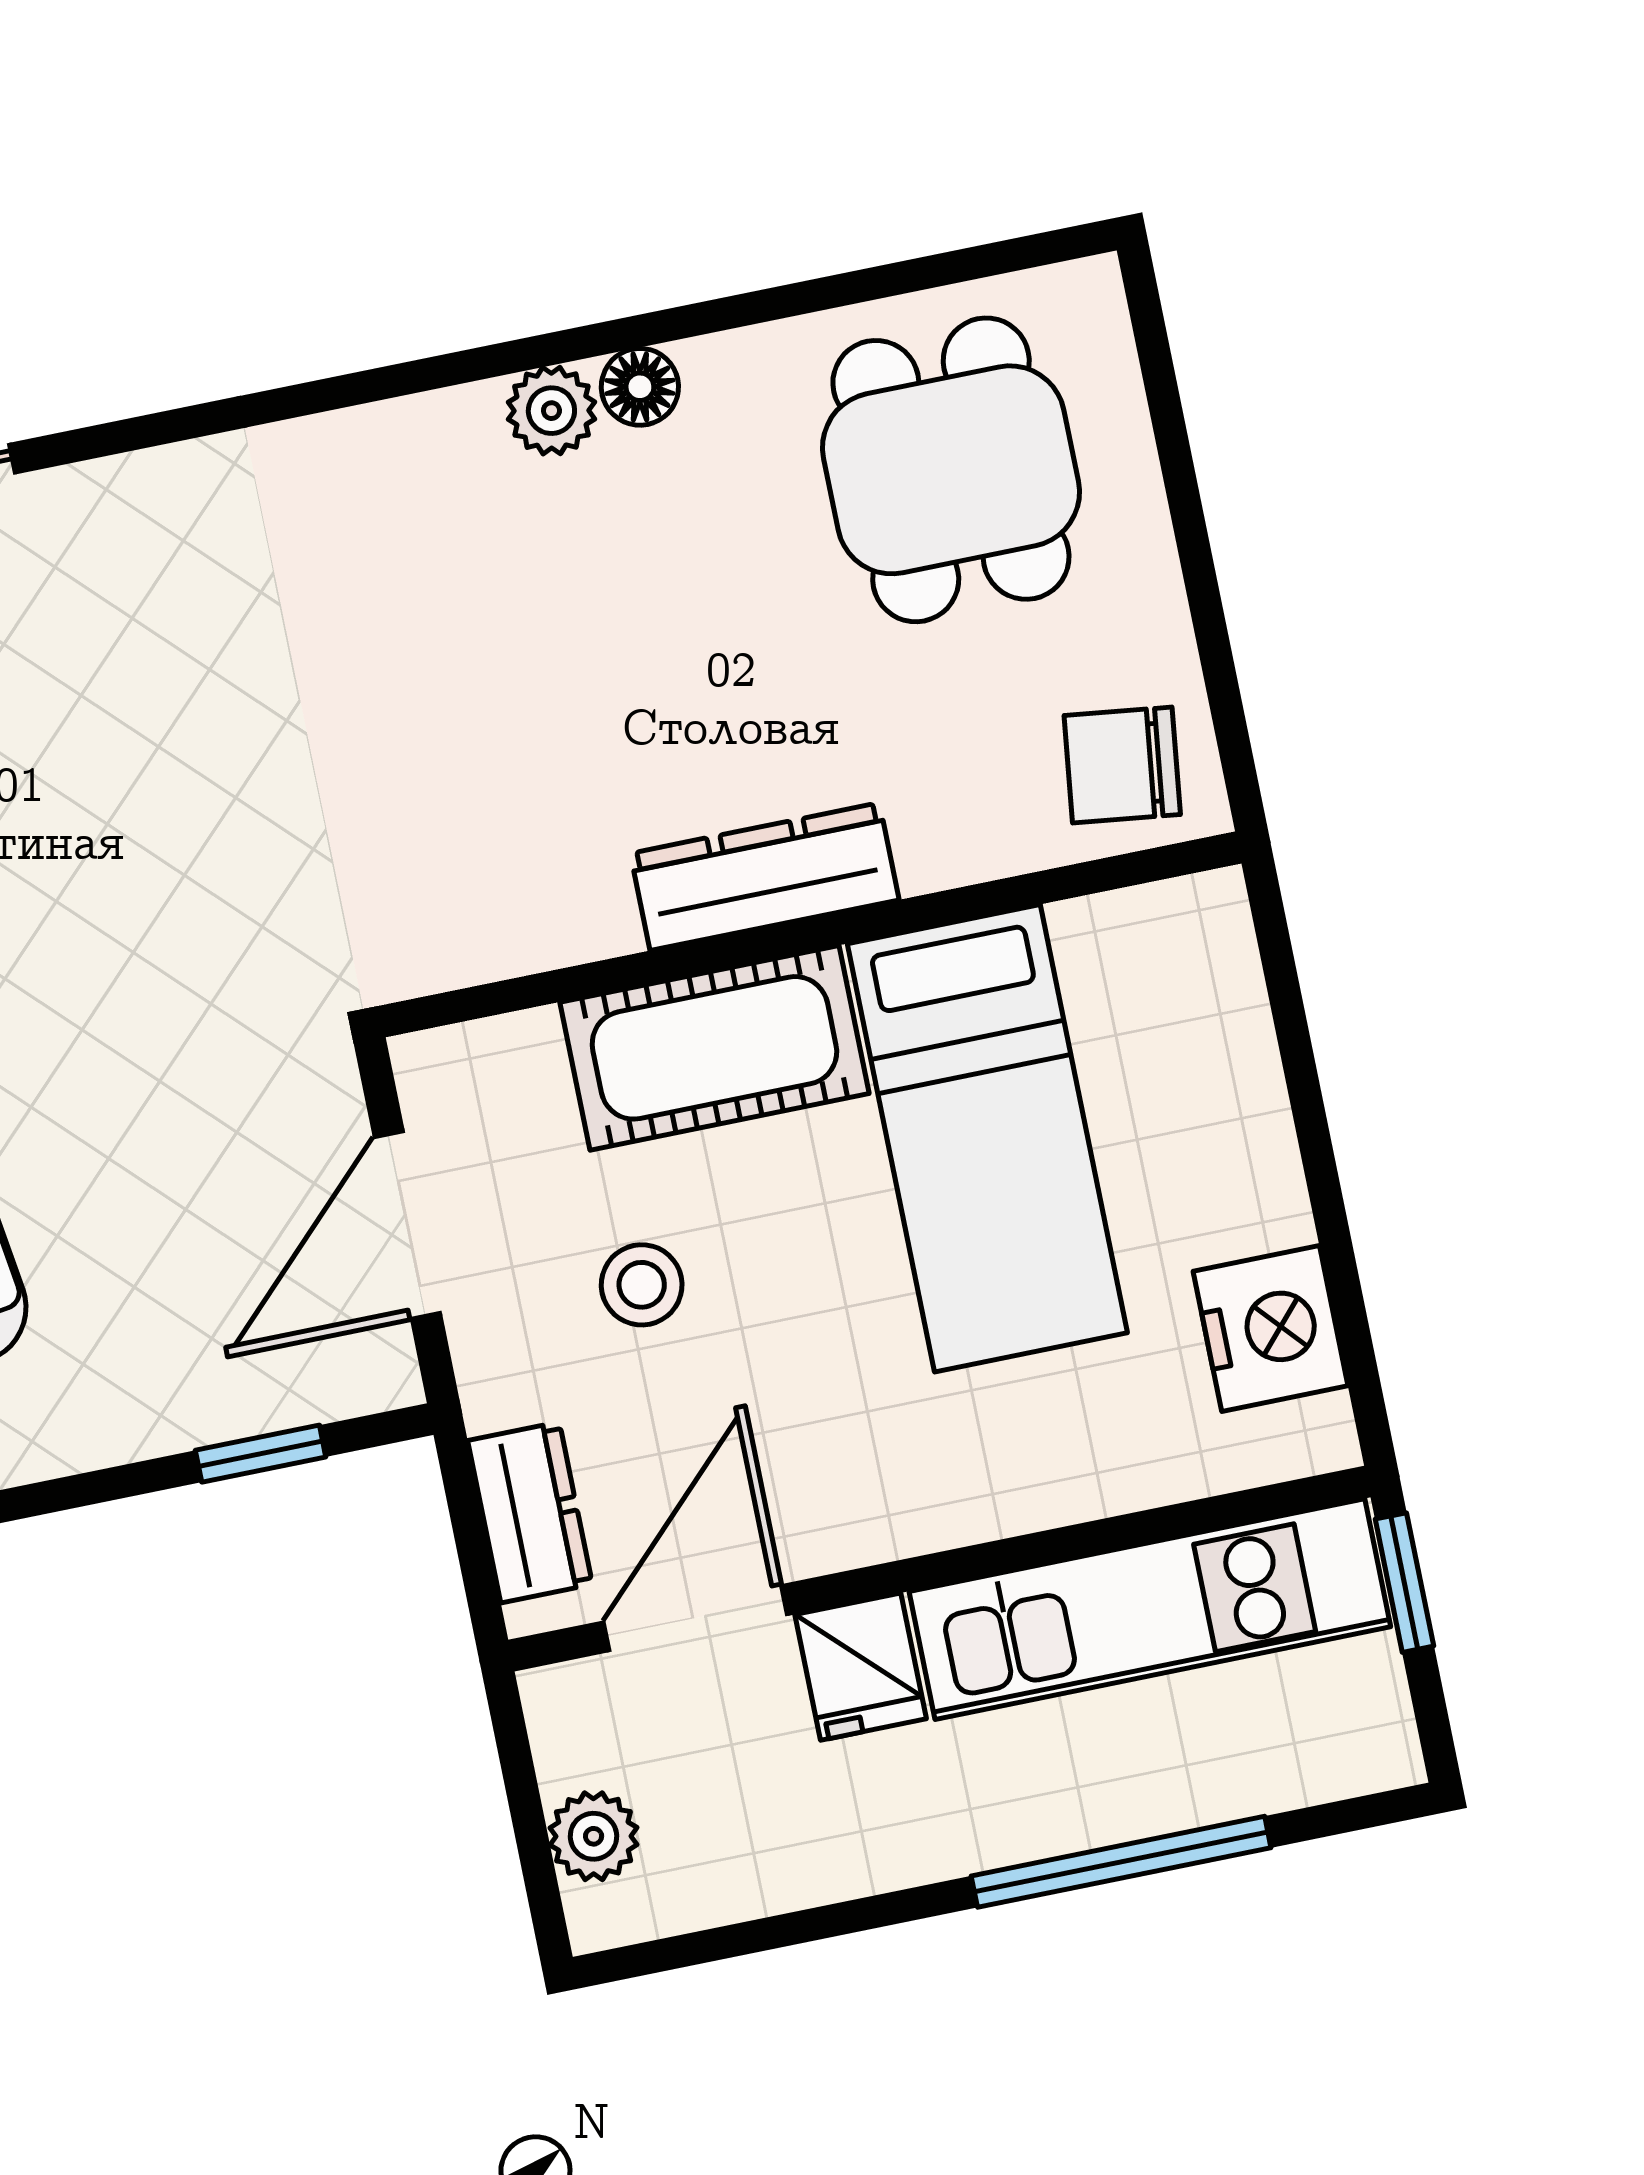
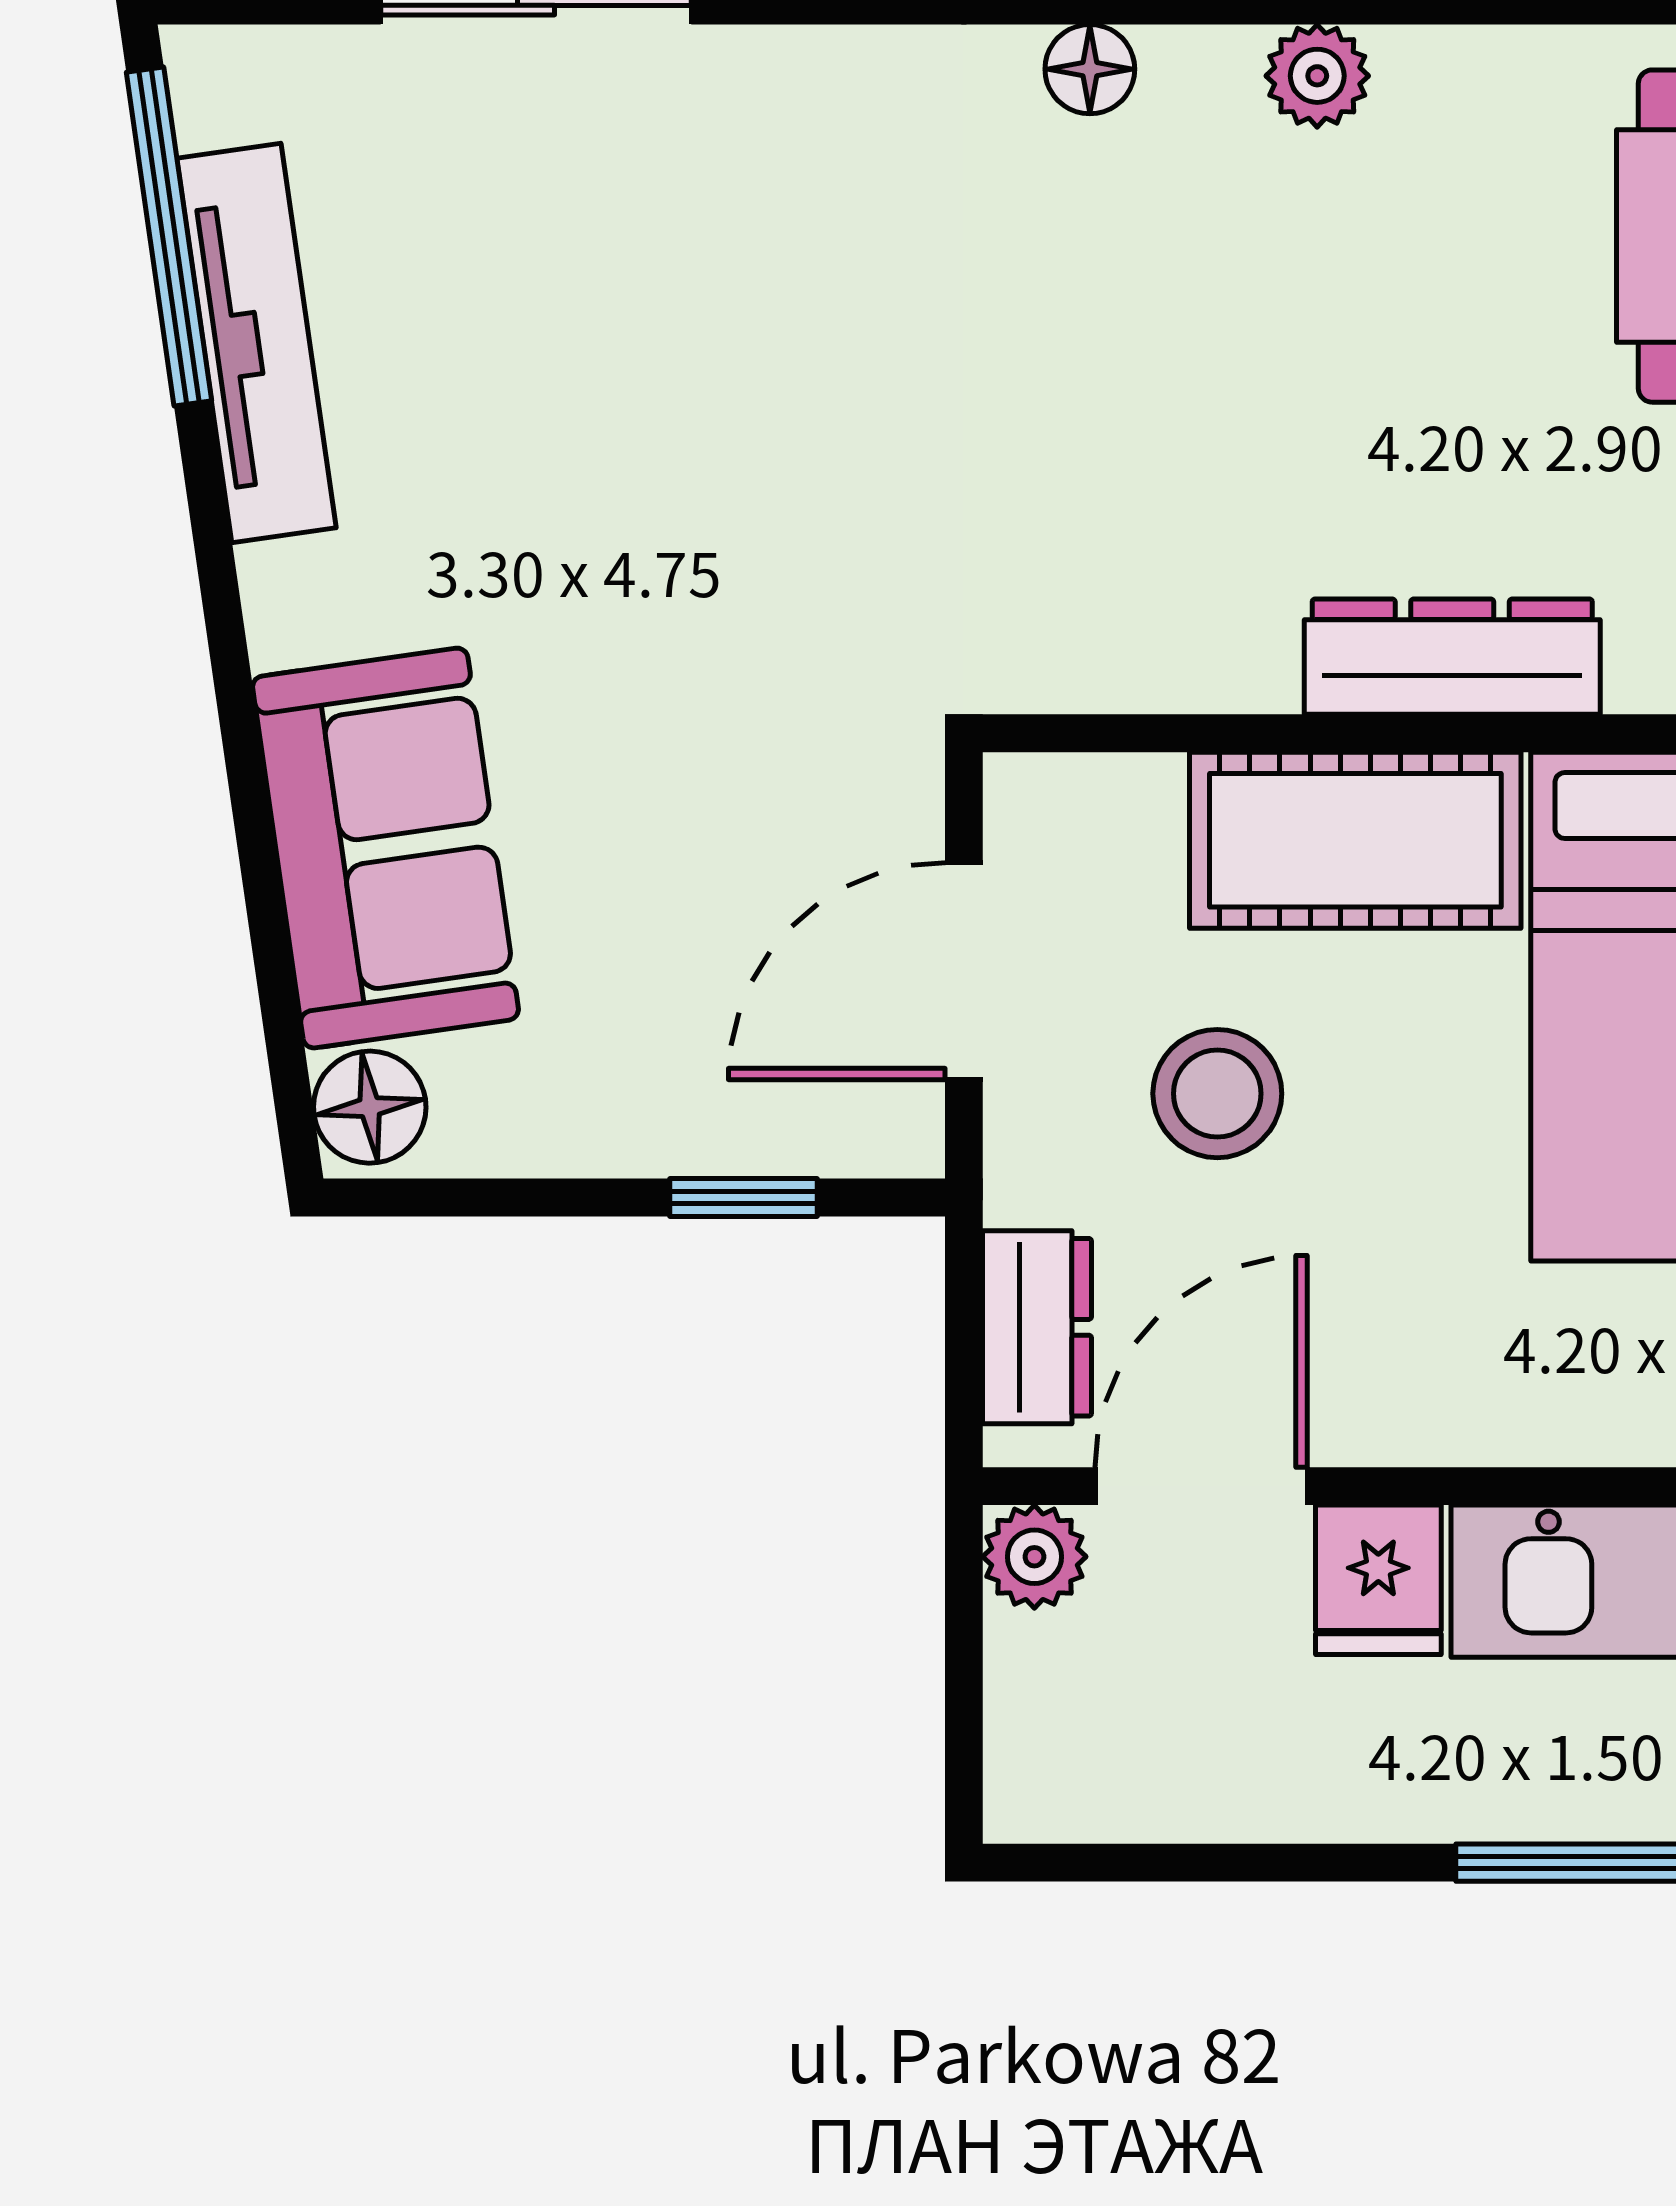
floor lamp: (640, 387) -> (1090, 69), moved
stool: (642, 1285) -> (1217, 1094), width x1.37, depth x1.37
plant: (594, 1836) -> (1034, 1557), moved

